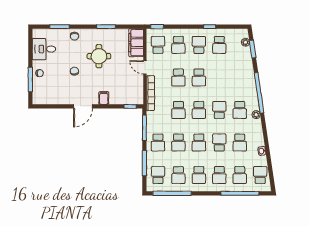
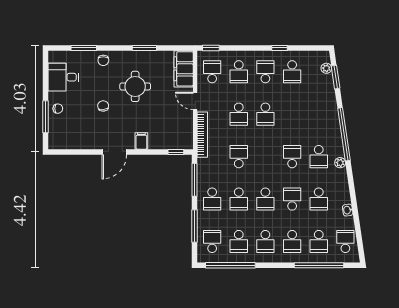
school desk: (178, 110) -> (239, 157), turned 180
school desk: (199, 110) -> (265, 157), removed

